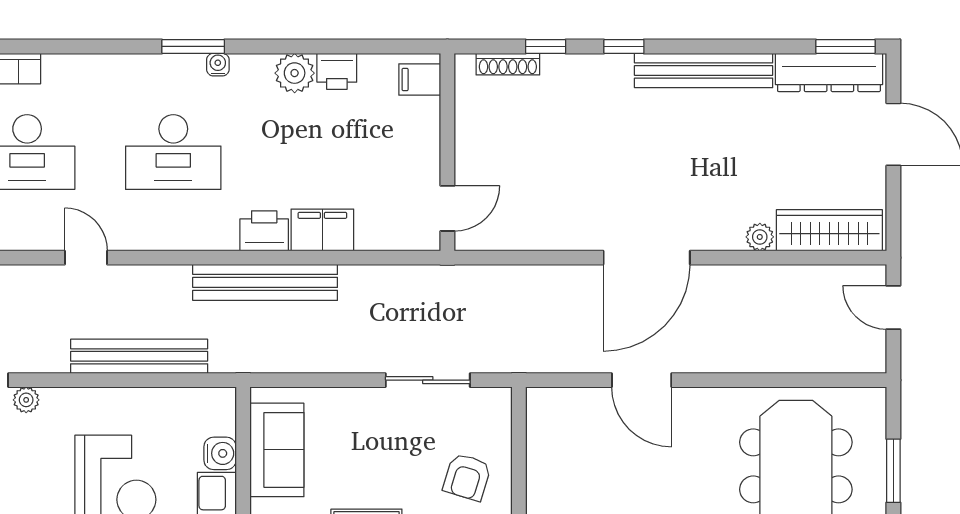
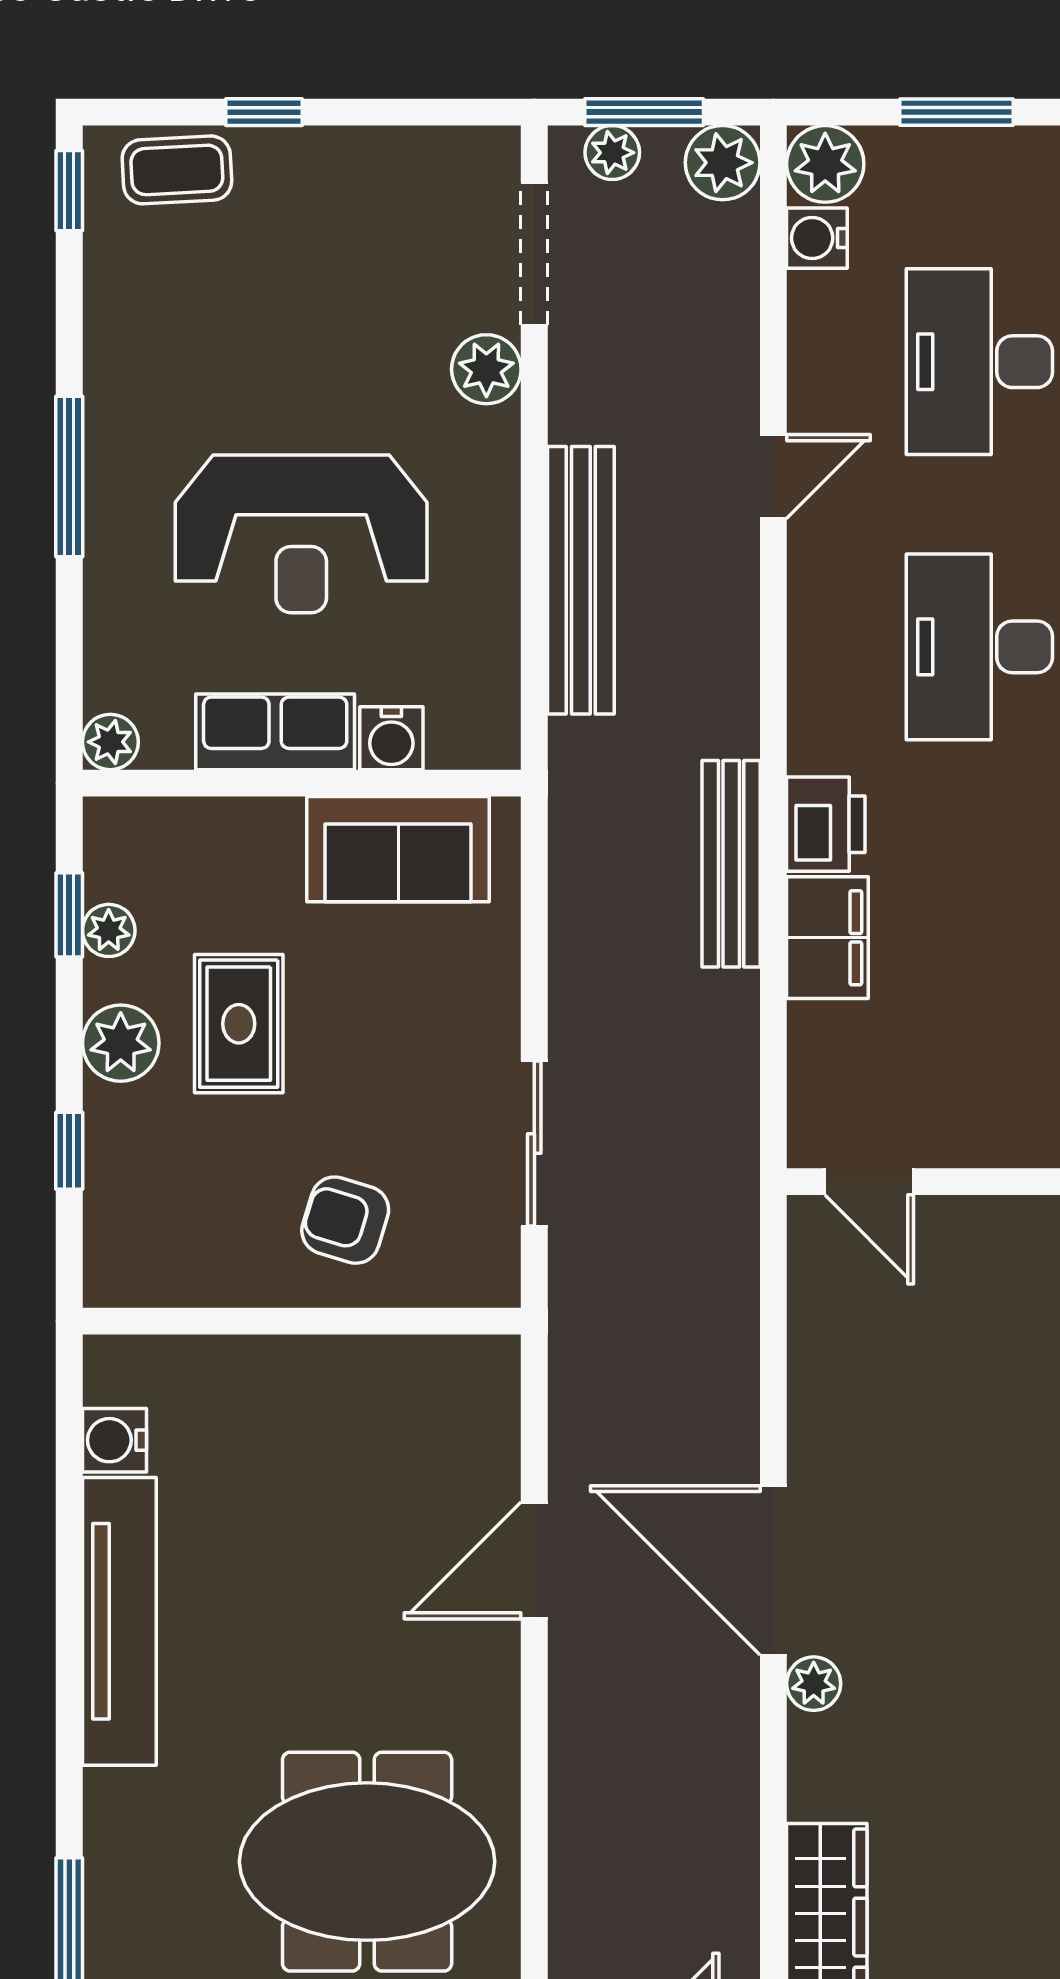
plant: (760, 237) -> (814, 1684), moved
bench: (265, 282) -> (731, 864), width x0.73, depth x0.82
plant: (26, 400) -> (486, 369), width x1.38, depth x1.38

